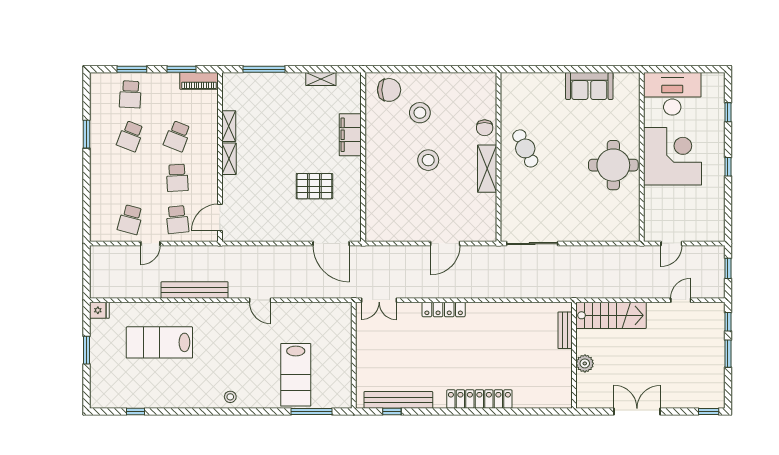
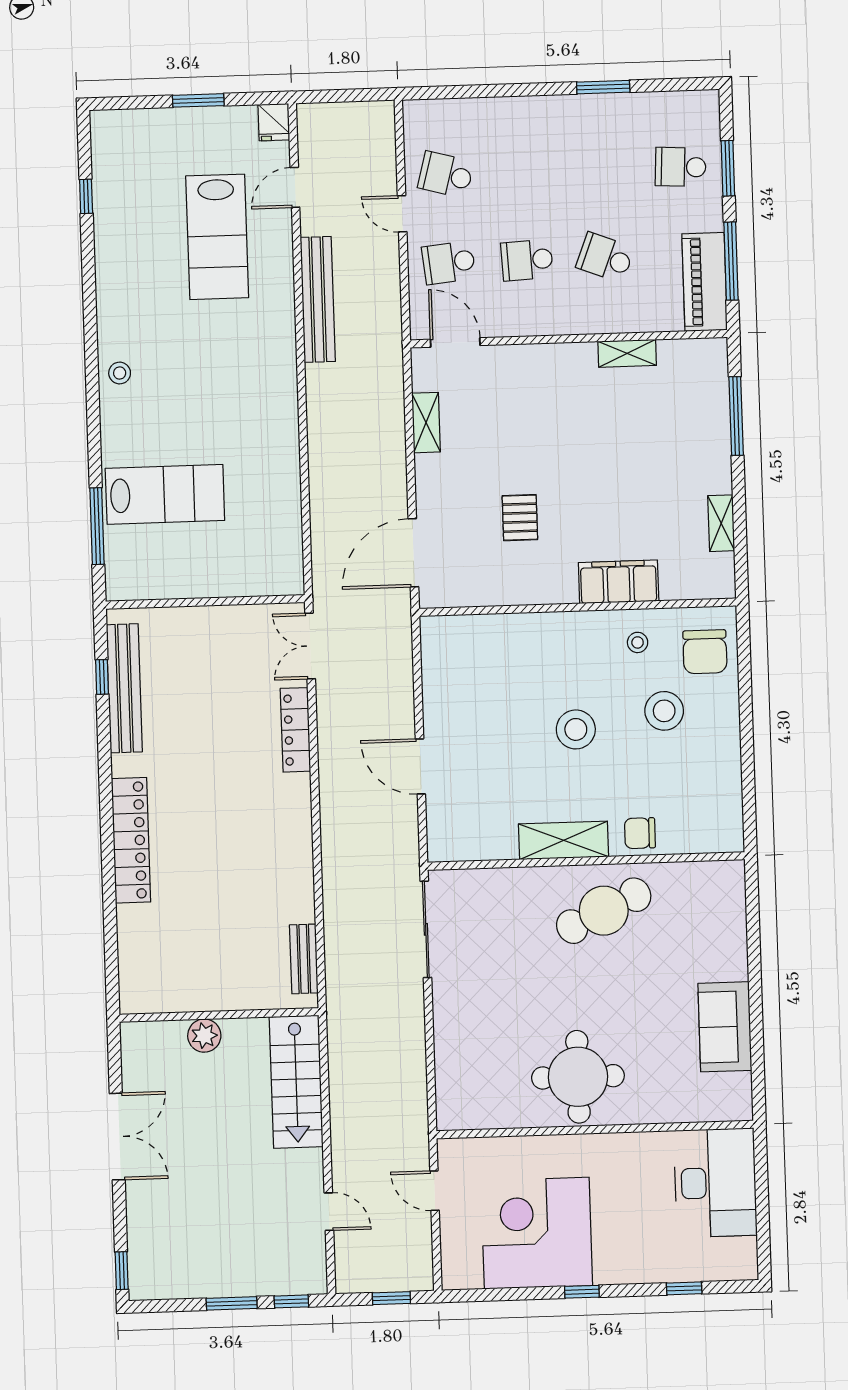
window: (181, 69) -> (731, 261), width x1.44
piano: (199, 81) -> (705, 282), width x1.37, depth x1.33
stool: (383, 126) -> (638, 642), added
school desk: (130, 136) -> (602, 169), removed
cafe table: (525, 148) -> (604, 911), width x1.37, depth x1.35
corner desk: (672, 156) -> (537, 1233), moved, turned 180
shelving: (229, 159) -> (426, 423), moved, turned 90
pallet: (314, 186) -> (520, 518), width x0.67, depth x0.71
door: (260, 300) -> (295, 187), moved
locker: (444, 309) -> (295, 730), moved
bench: (565, 330) -> (304, 959), moved, turned 90
lab bench: (159, 342) -> (217, 237), turned 180
lab bench: (296, 375) -> (165, 494), turned 180

